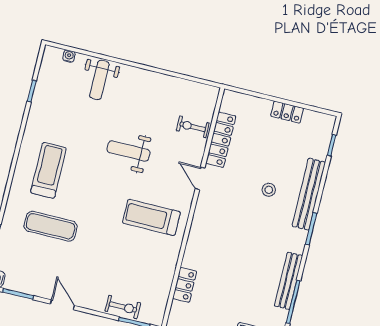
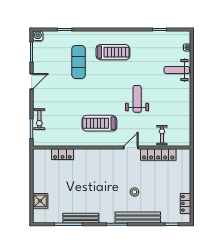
locker: (287, 112) -> (185, 203), moved
treadmill: (151, 217) -> (99, 123), turned -90

